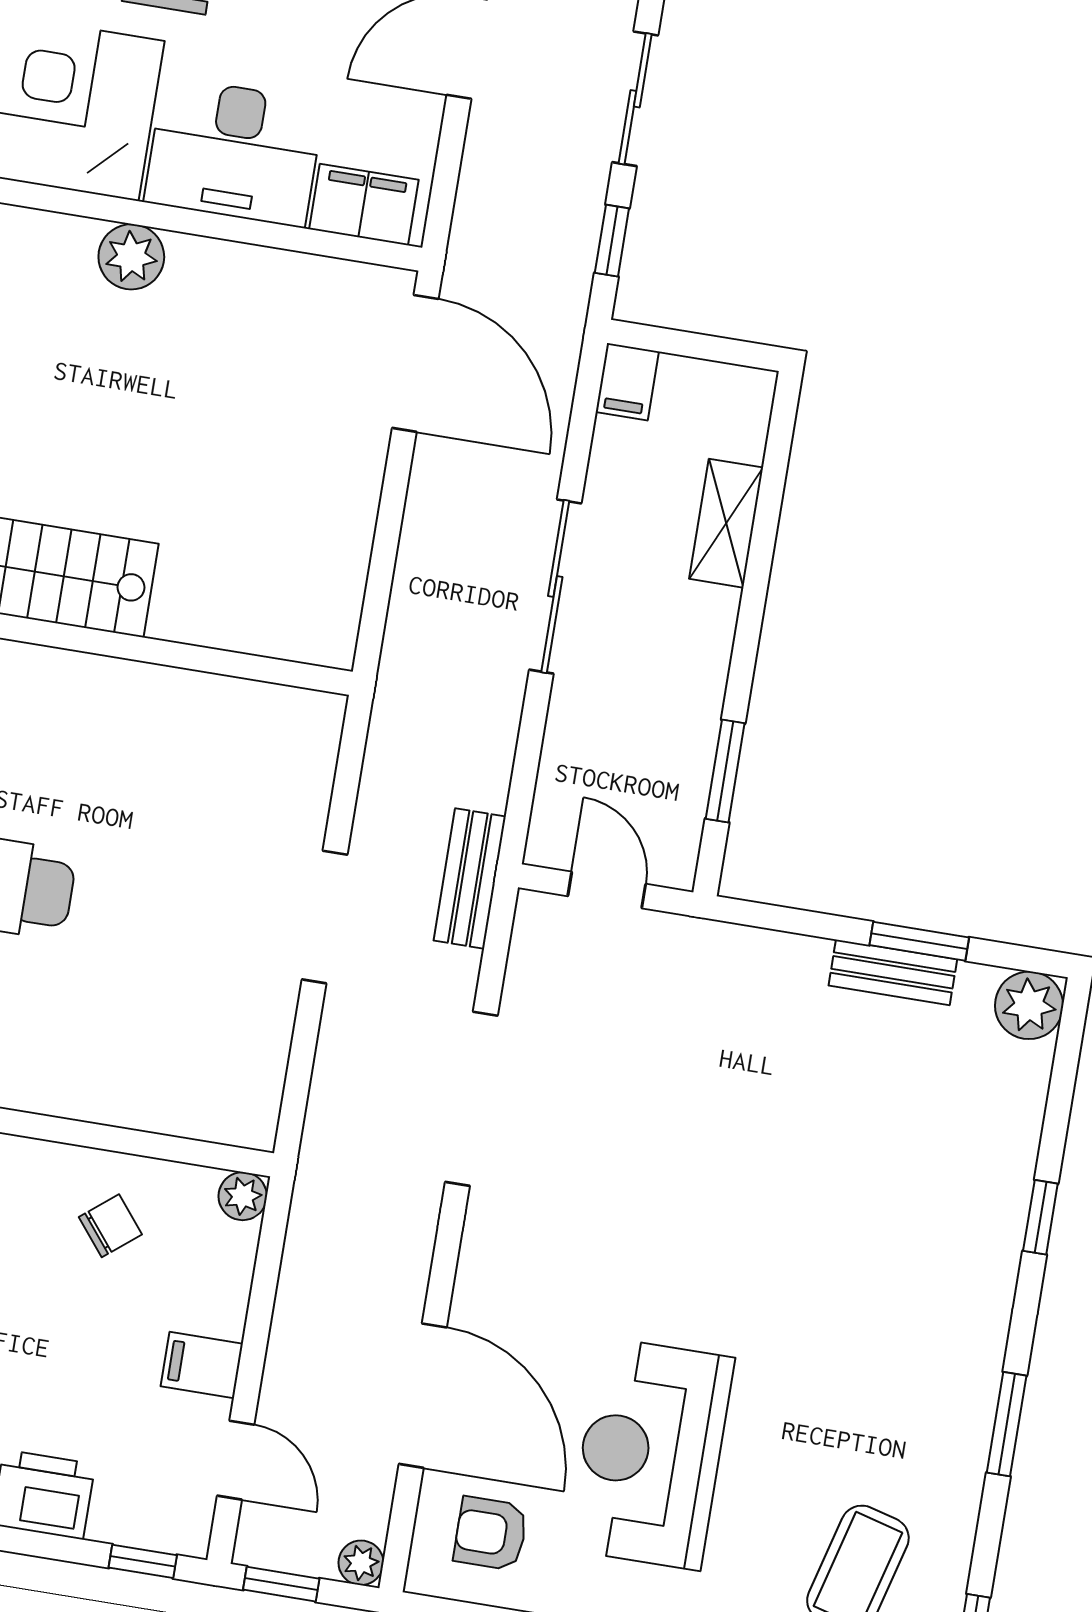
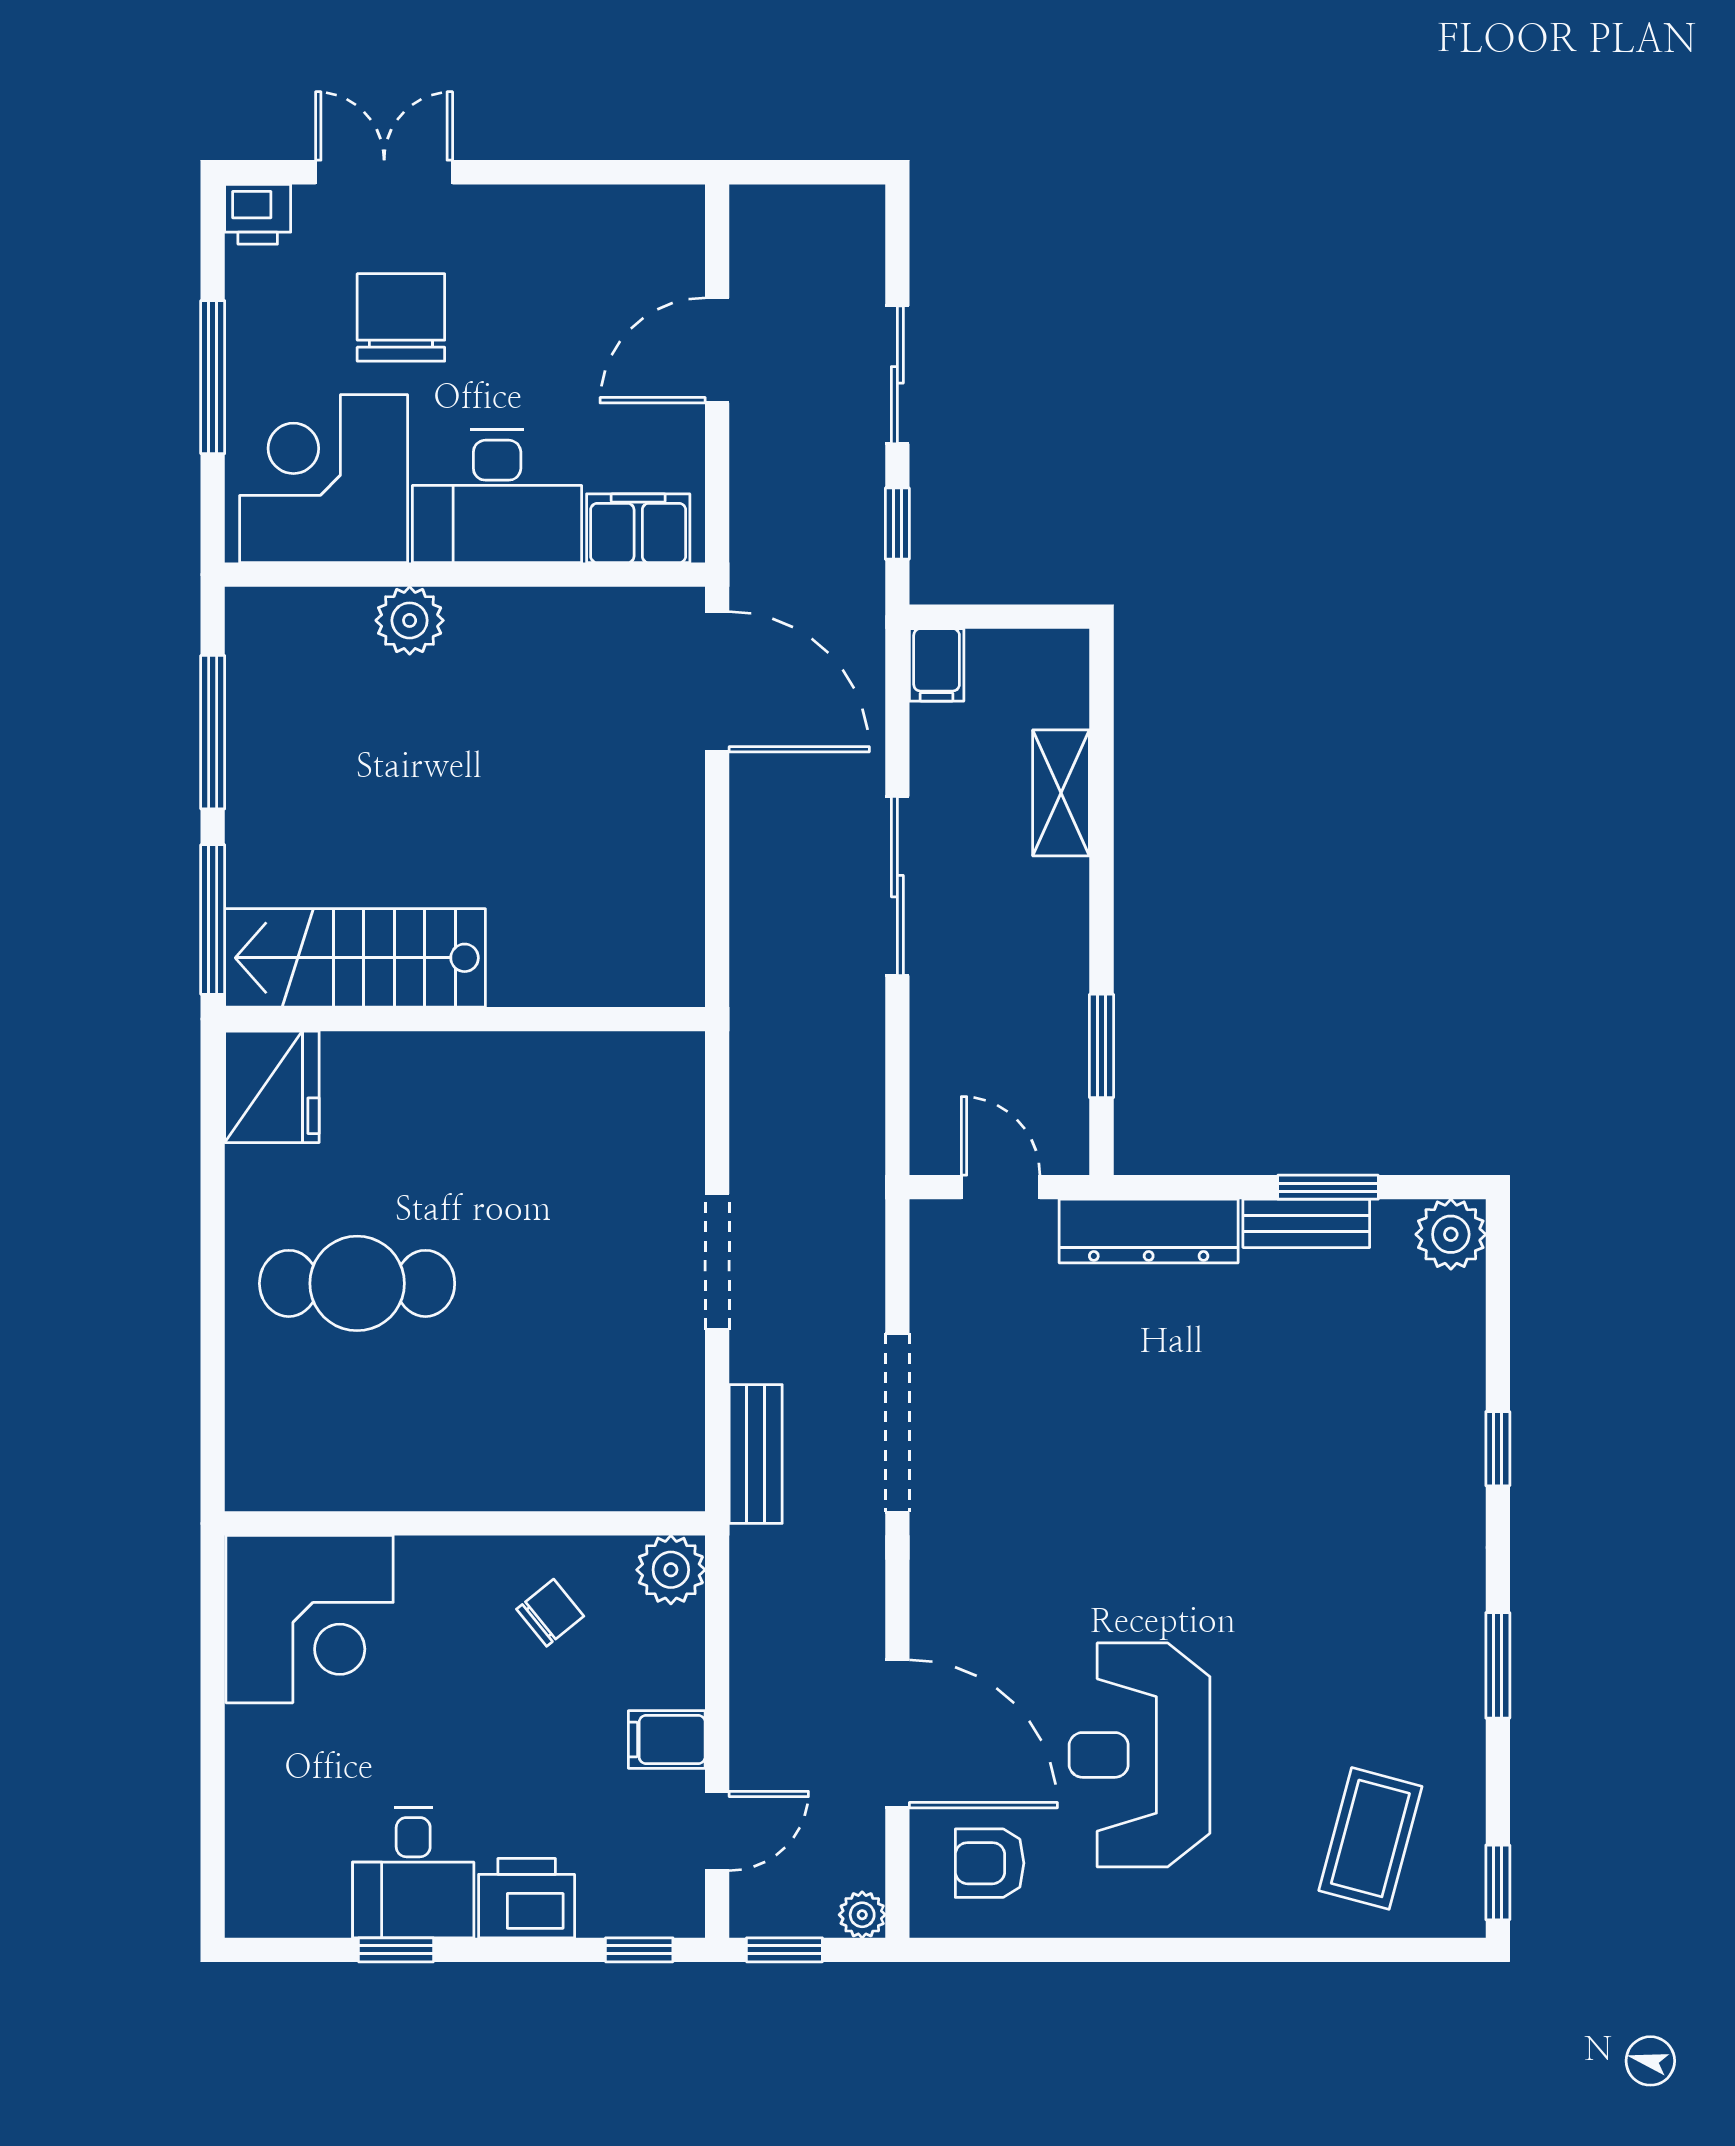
bench: (470, 879) -> (756, 1454), moved
dresser: (741, 955) -> (1149, 1231), added
plant: (243, 1196) -> (671, 1570), width x1.38, depth x1.38
door: (236, 1460) -> (717, 1831), hinge flipped

